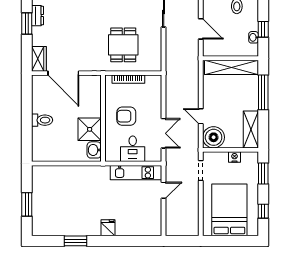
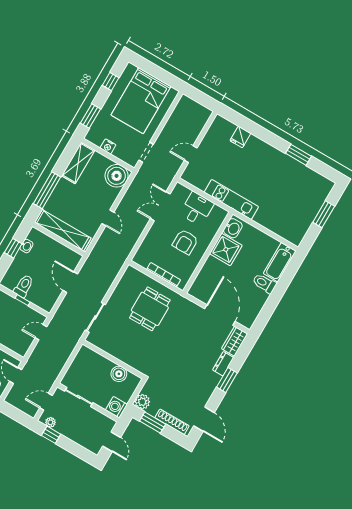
dresser: (37, 16) -> (223, 364), moved
armchair: (126, 116) -> (185, 242), turned 90
door: (201, 116) -> (108, 218), moved
bathtub: (40, 145) -> (280, 262), added
kitchen unit: (136, 173) -> (231, 199), moved
fridge: (108, 228) -> (240, 137), moved

